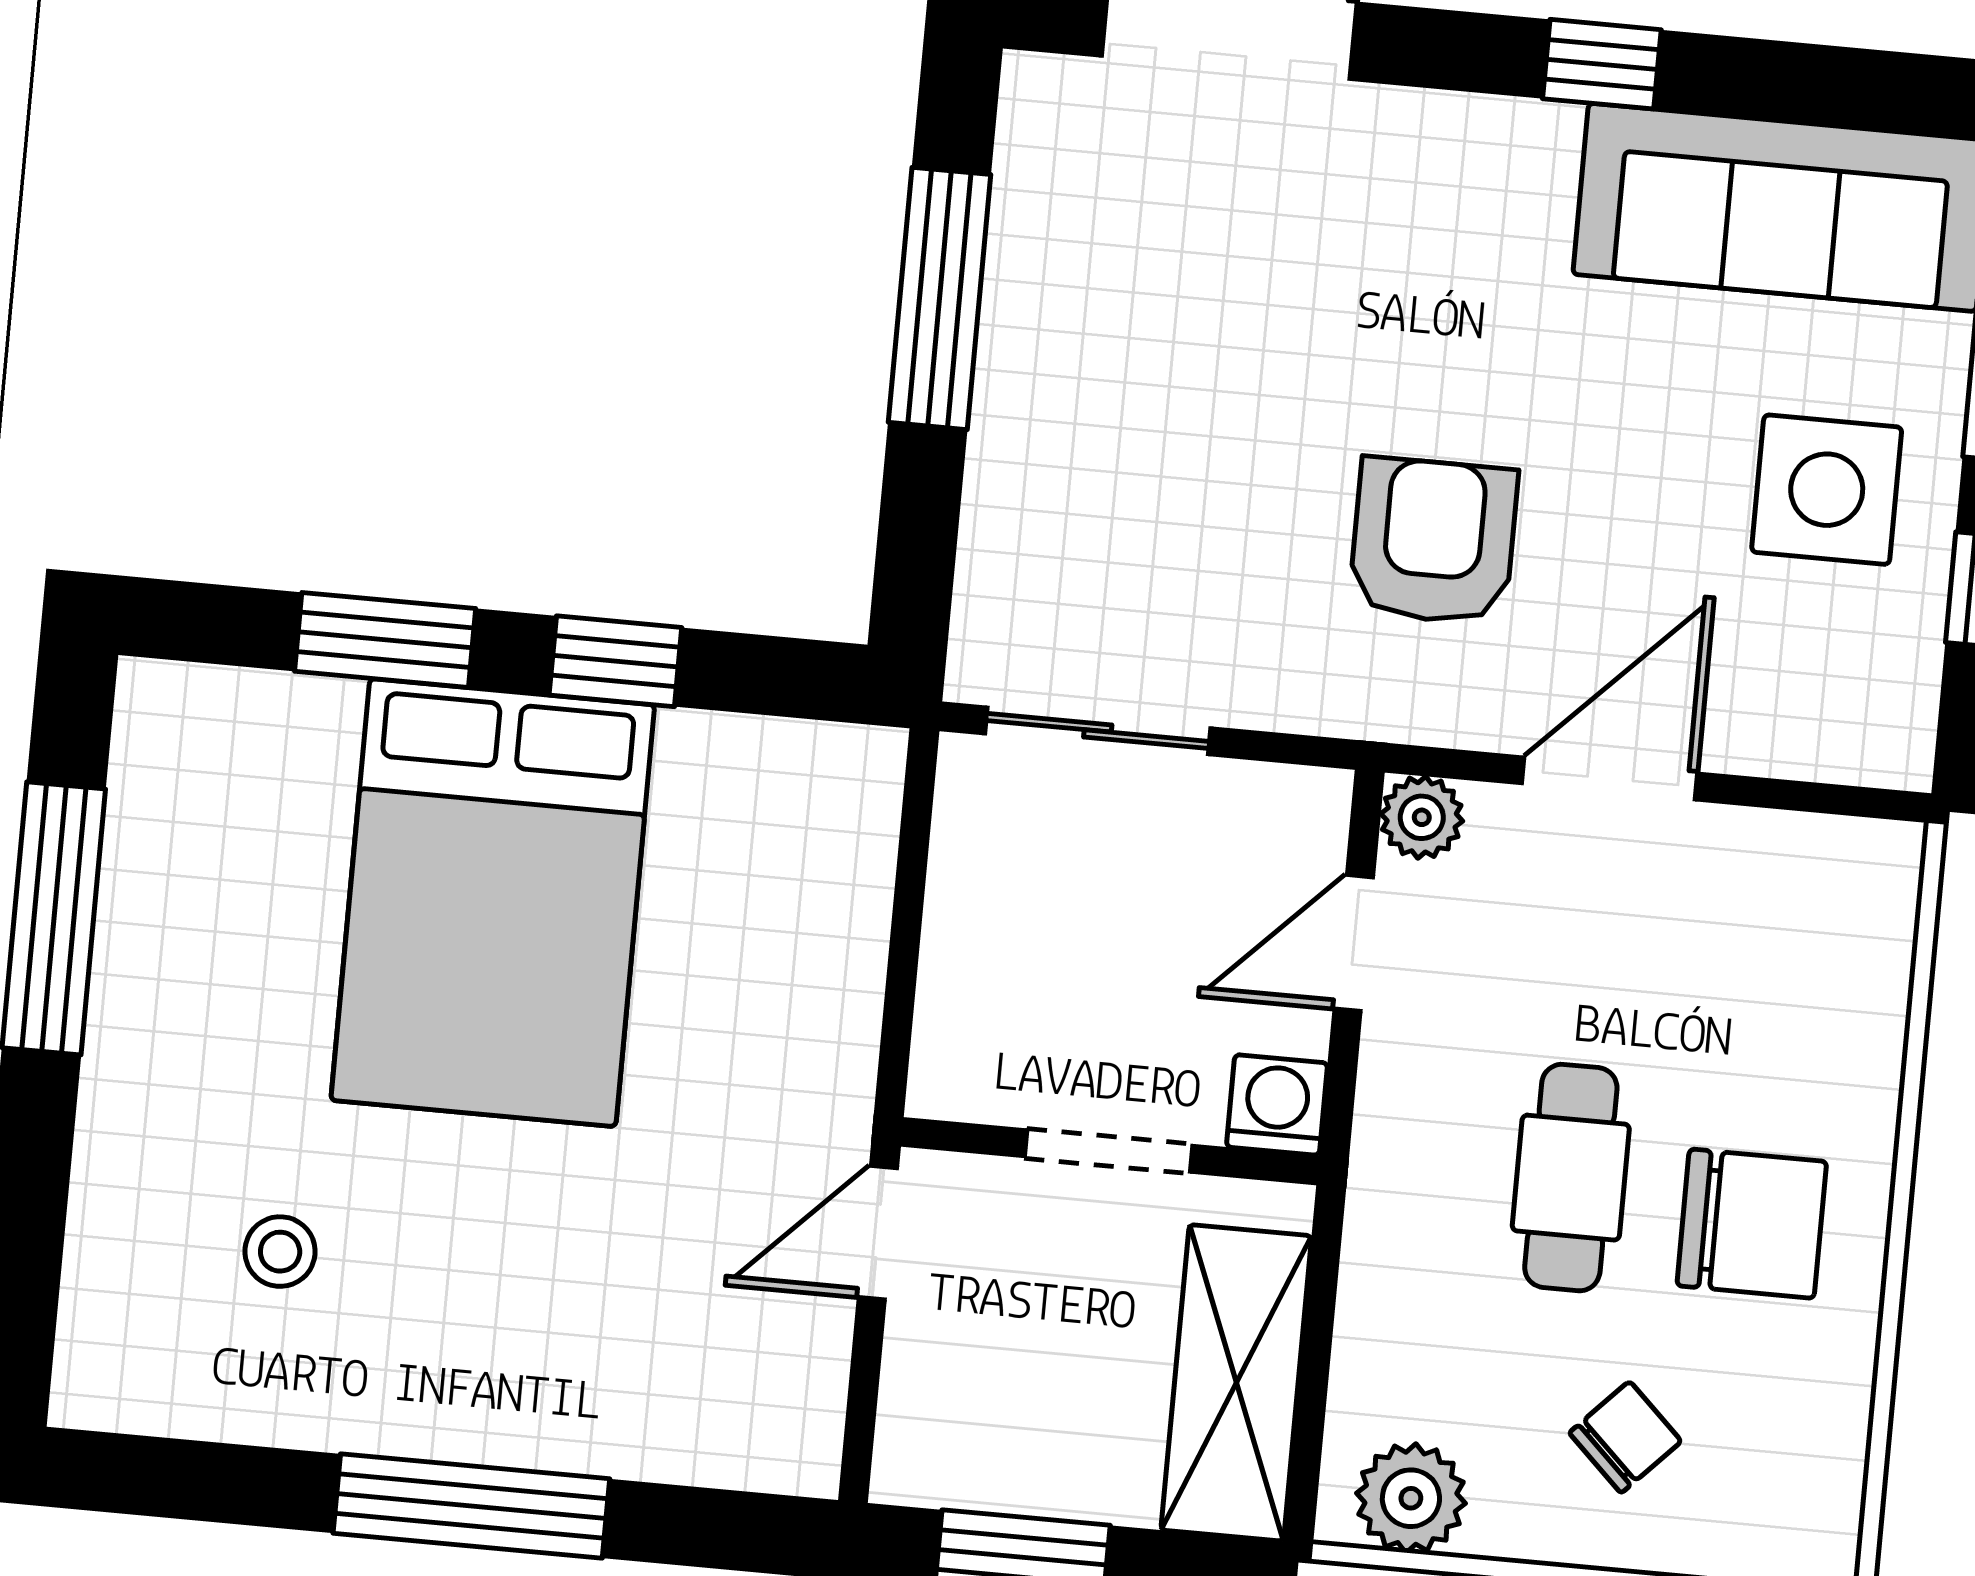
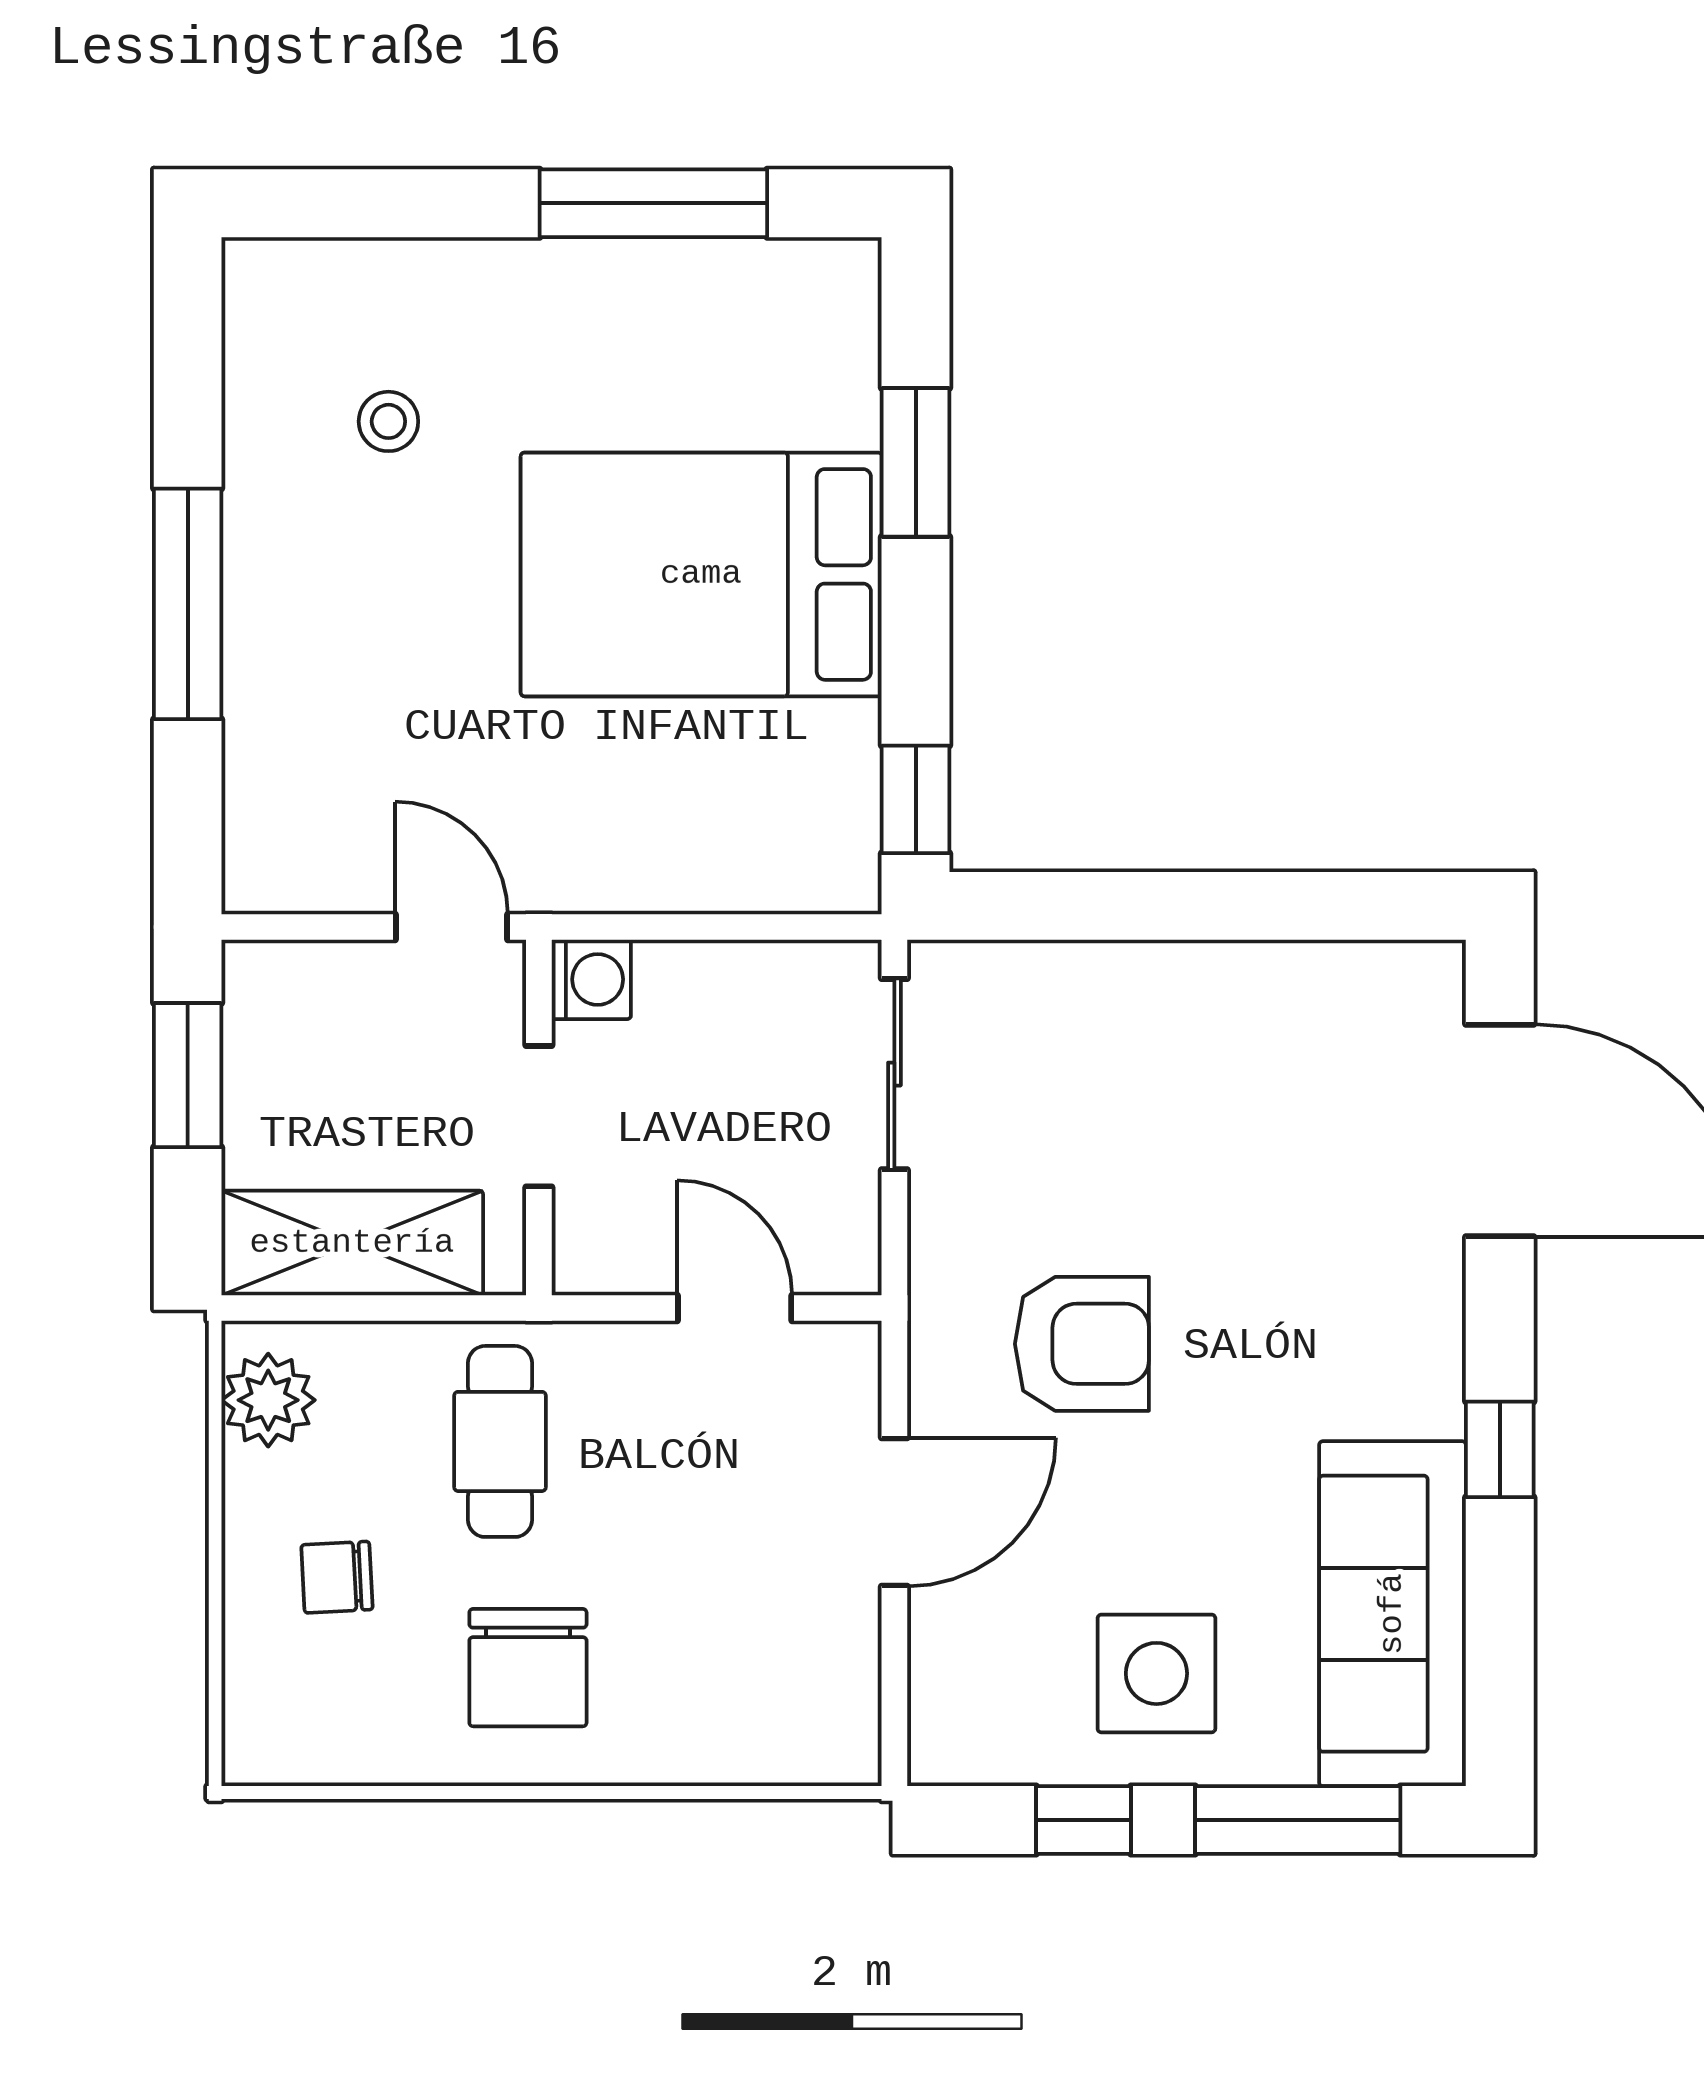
window: (940, 298) -> (1249, 906), removed
window: (615, 661) -> (916, 799), moved
door: (1610, 778) -> (894, 1512), hinge flipped
plant: (1422, 817) -> (847, 1356), removed
washing machine: (1277, 1105) -> (591, 979), moved
cafe table: (1571, 1178) -> (500, 1441), moved, turned 90
chair: (1625, 1437) -> (337, 1577), turned 133

